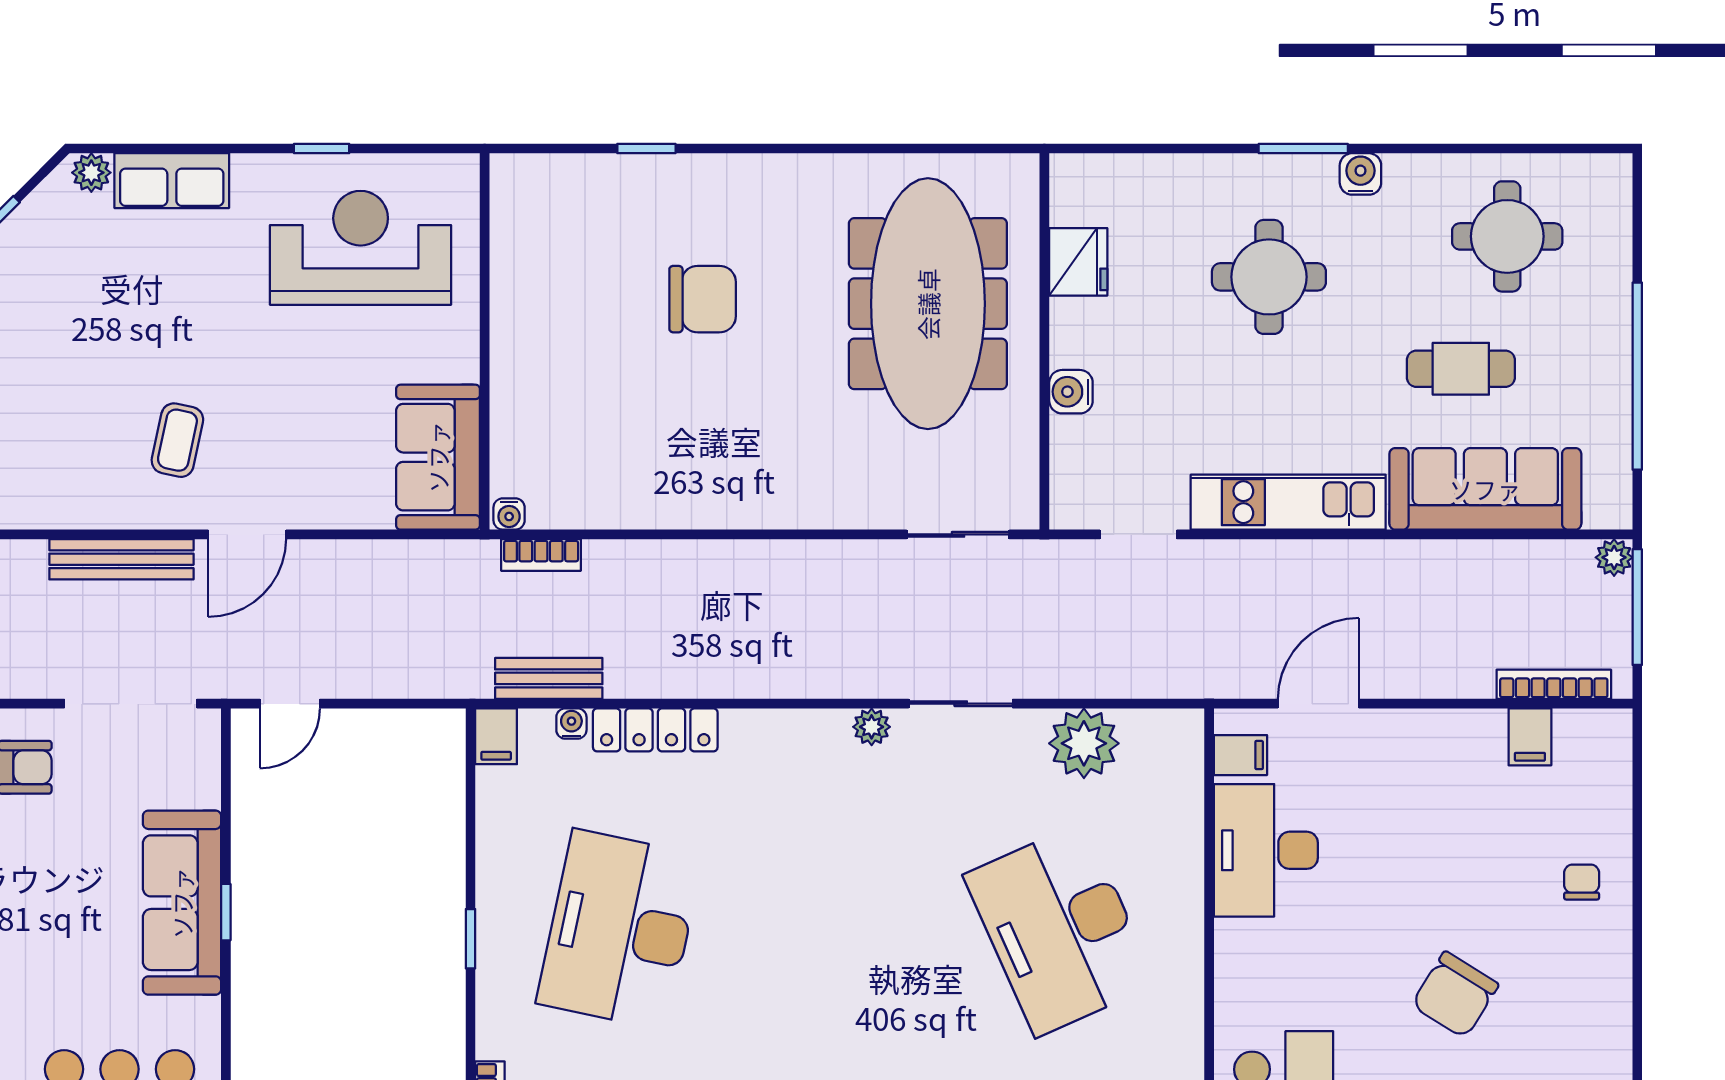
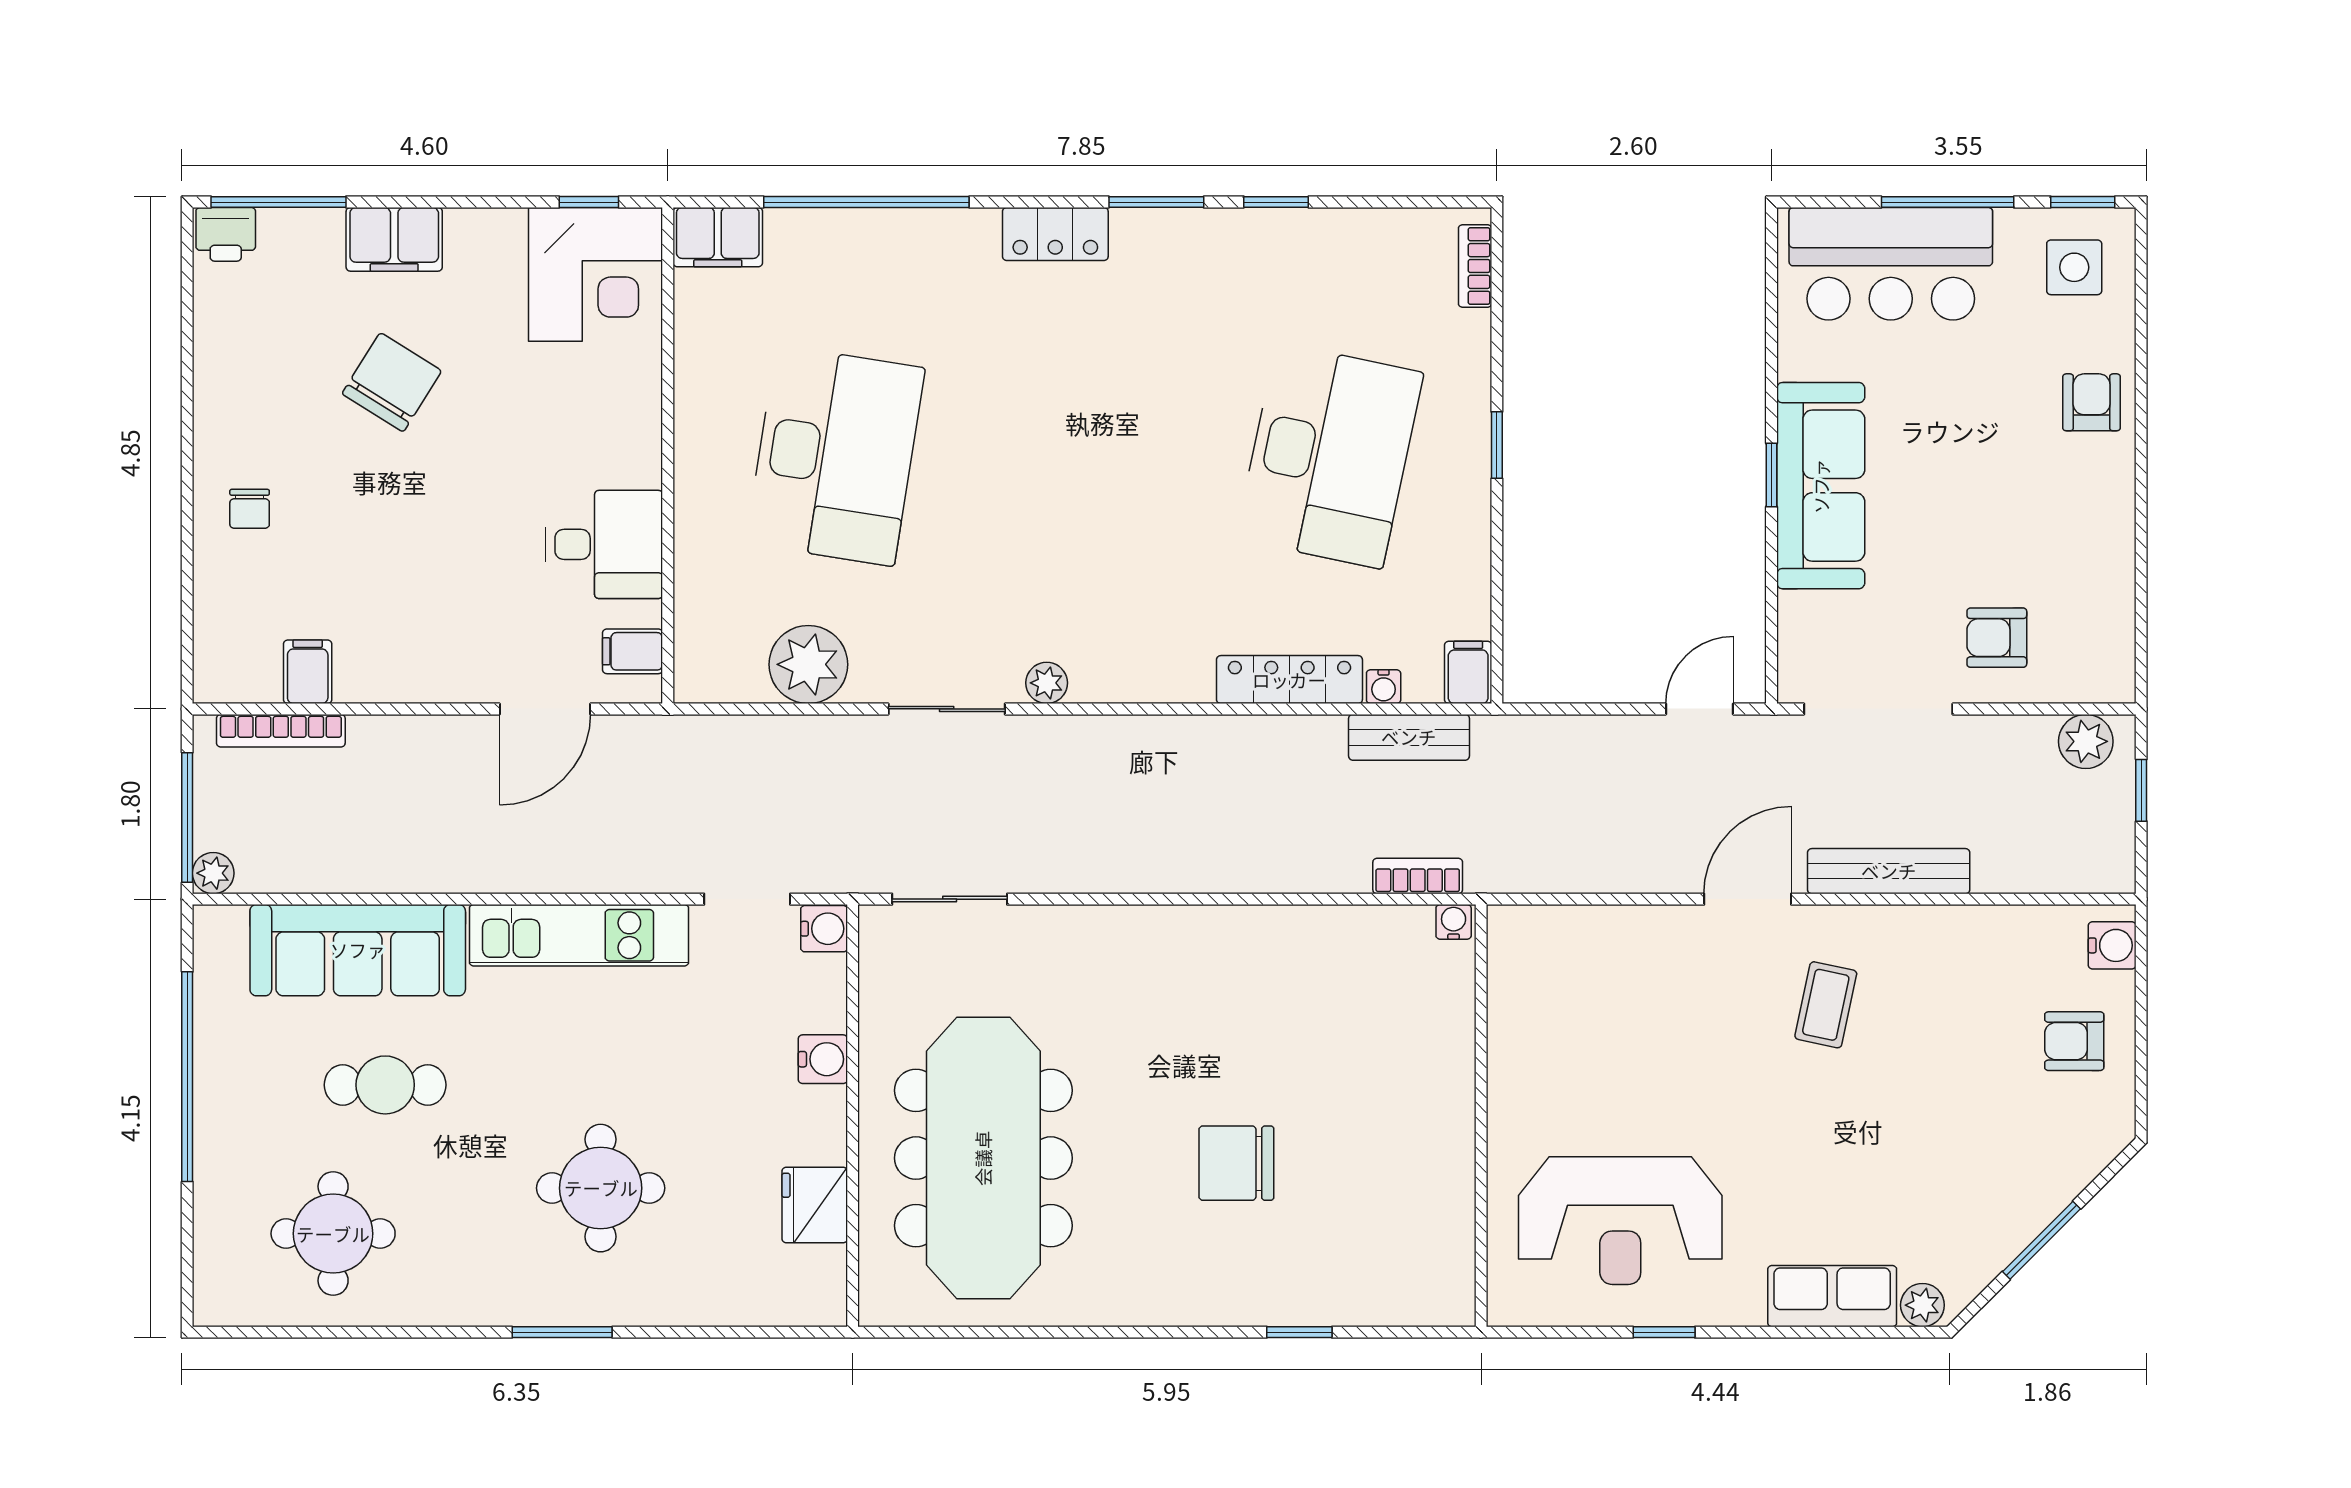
water cooler: (1360, 174) -> (824, 929), moved, turned -90
sofa: (438, 457) -> (1533, 986), removed
desk: (1266, 850) -> (604, 544), width x0.73
desk: (1060, 929) -> (835, 455), turned 33

